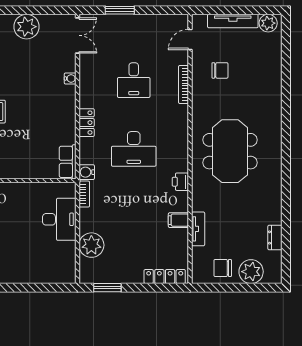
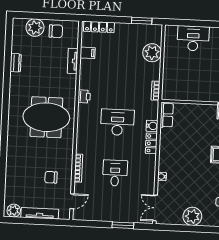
meeting table: (230, 151) -> (46, 117), turned 90
water cooler: (87, 172) -> (152, 126), moved
desk: (59, 219) -> (193, 38), moved, turned 90
filing cabinet: (178, 220) -> (88, 53), moved
dresser: (275, 238) -> (16, 63), moved

